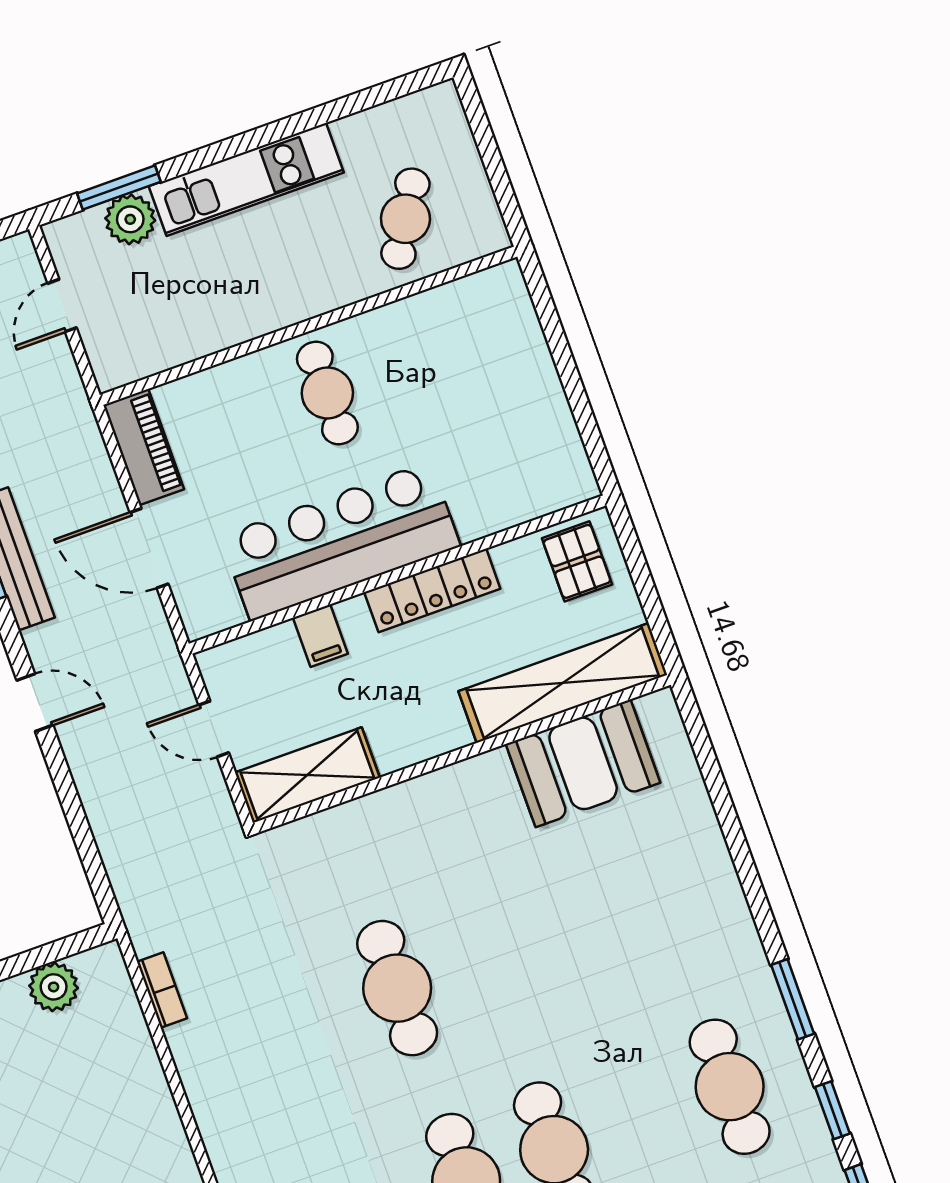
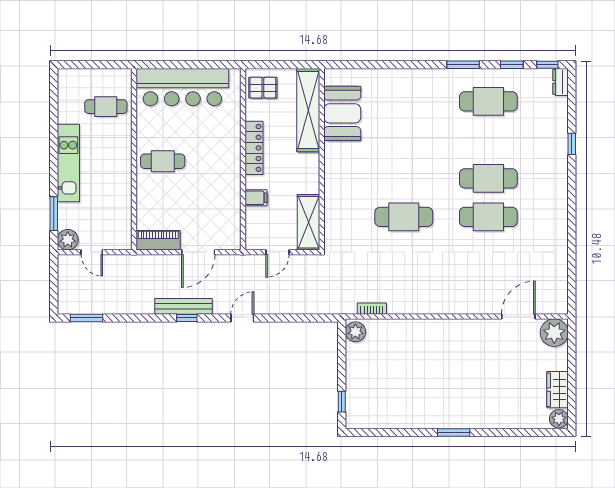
plant: (130, 219) -> (68, 240), moved
cafe table: (405, 219) -> (106, 107), turned -31
bar counter: (340, 541) -> (182, 87), moved, turned -90
plant: (54, 987) -> (355, 332), moved

